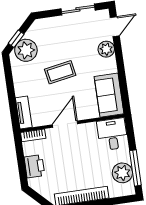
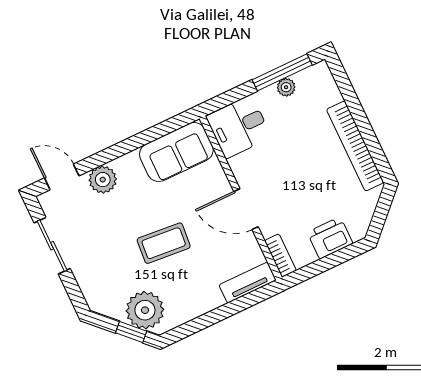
coffee table: (60, 72) -> (164, 243), turned -75
plant: (122, 173) -> (286, 87), width x0.53, depth x0.53

